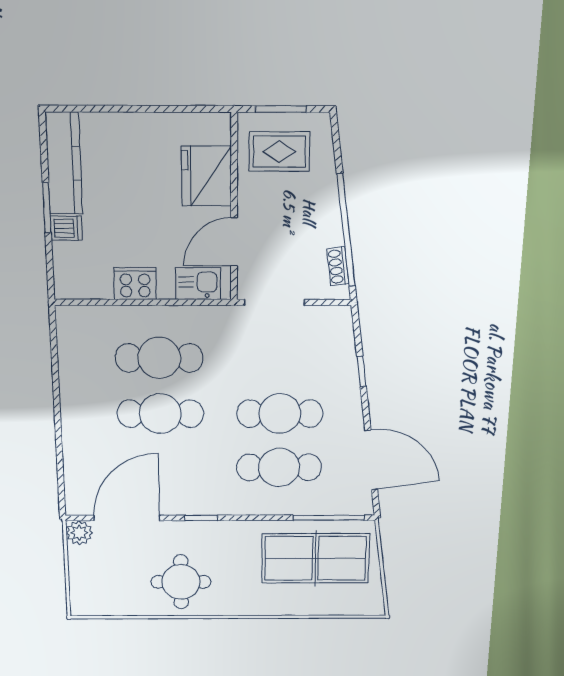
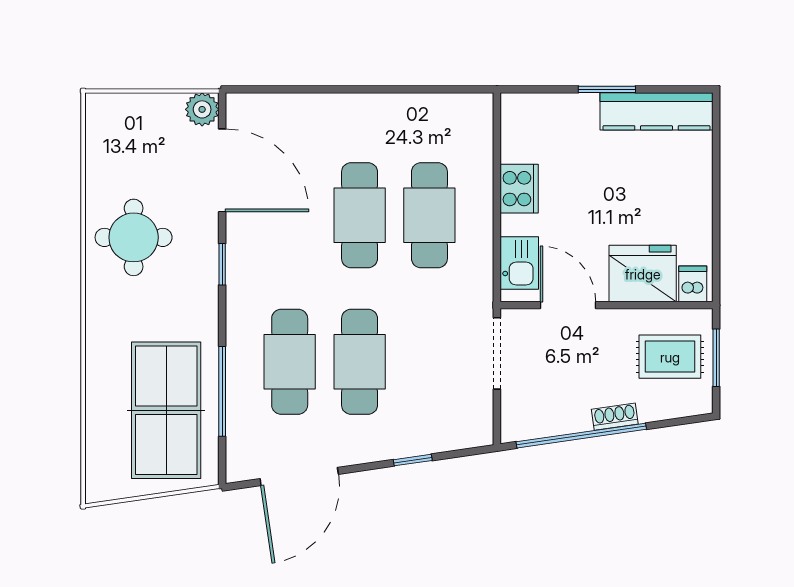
rug: (279, 152) -> (670, 357), turned 90
dishwasher: (66, 228) -> (693, 284), moved, turned 180
shoe rack: (338, 266) -> (615, 417), moved
window: (329, 518) -> (222, 391), moved

